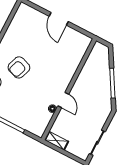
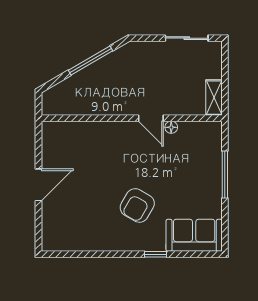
armchair: (19, 67) -> (137, 205), turned 101
door: (63, 100) -> (151, 118), swing flipped

